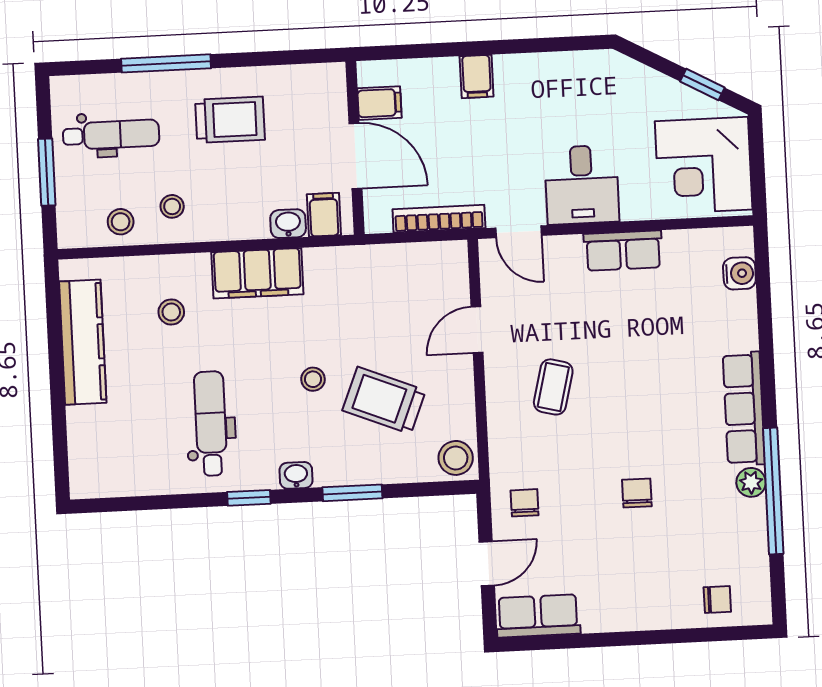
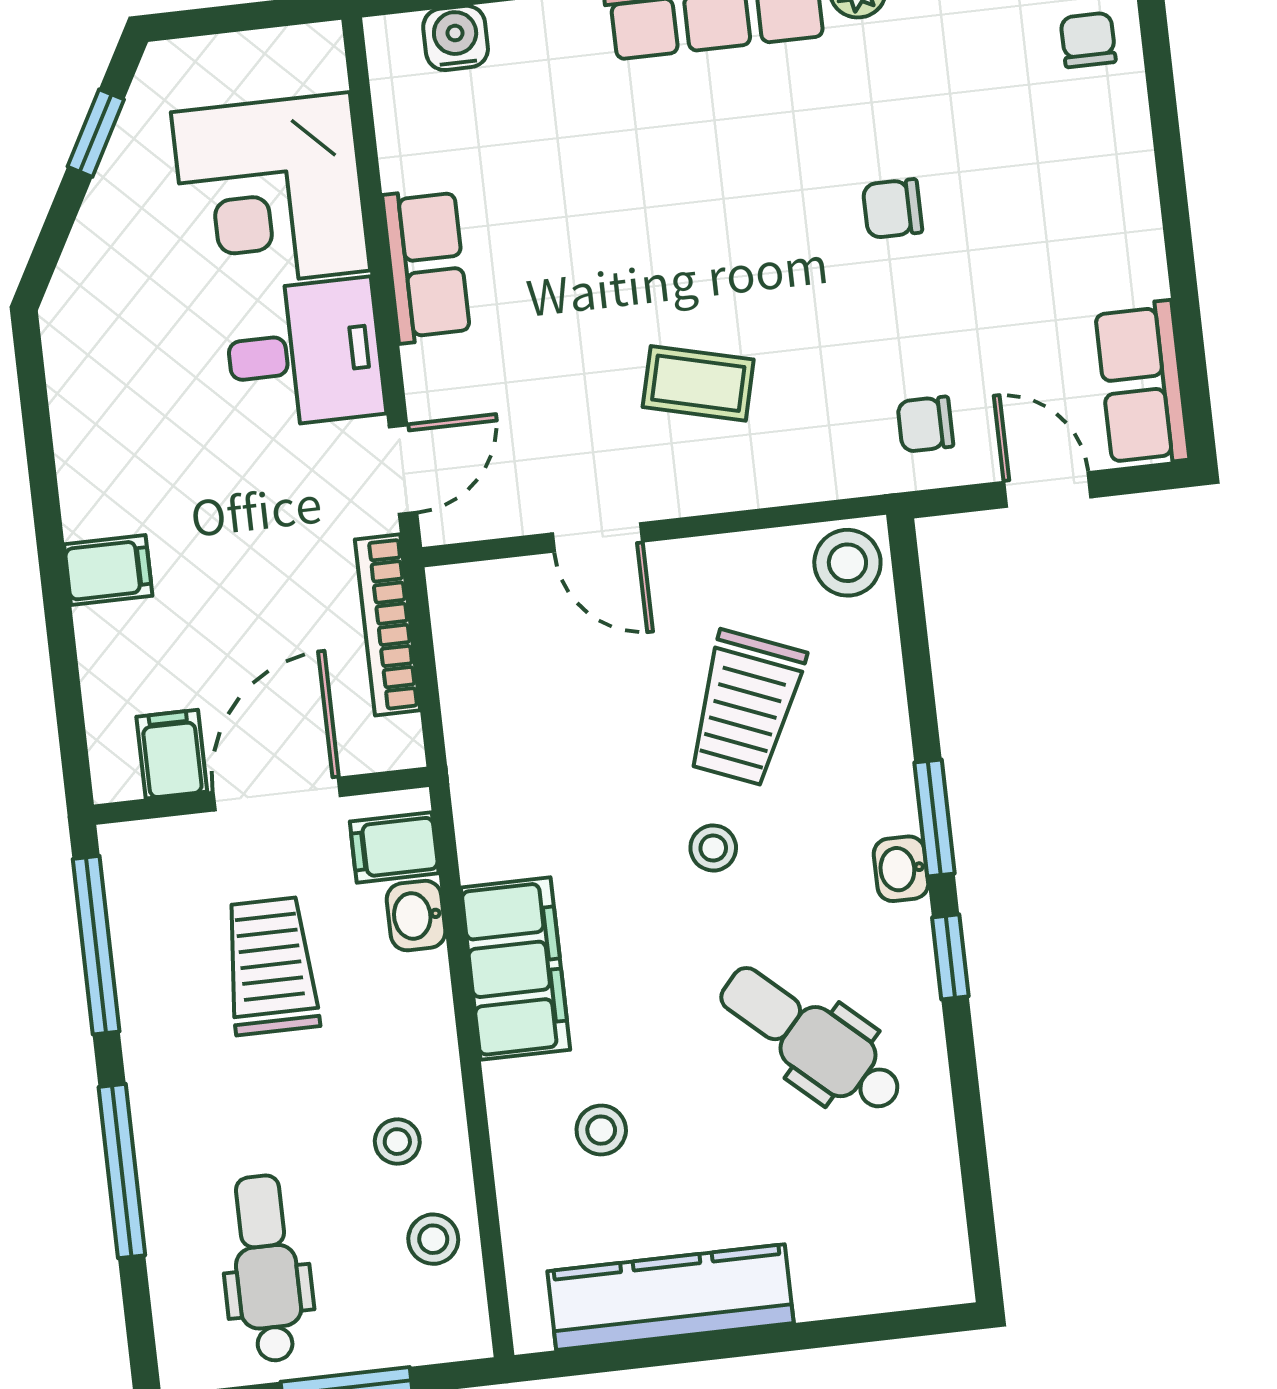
window: (283, 58) -> (96, 945), added
trolley: (230, 120) -> (271, 966), moved
corner desk: (704, 165) -> (270, 191), moved, turned 90
dental chair: (211, 424) -> (812, 1040), turned 42
window: (352, 493) -> (934, 818), moved

